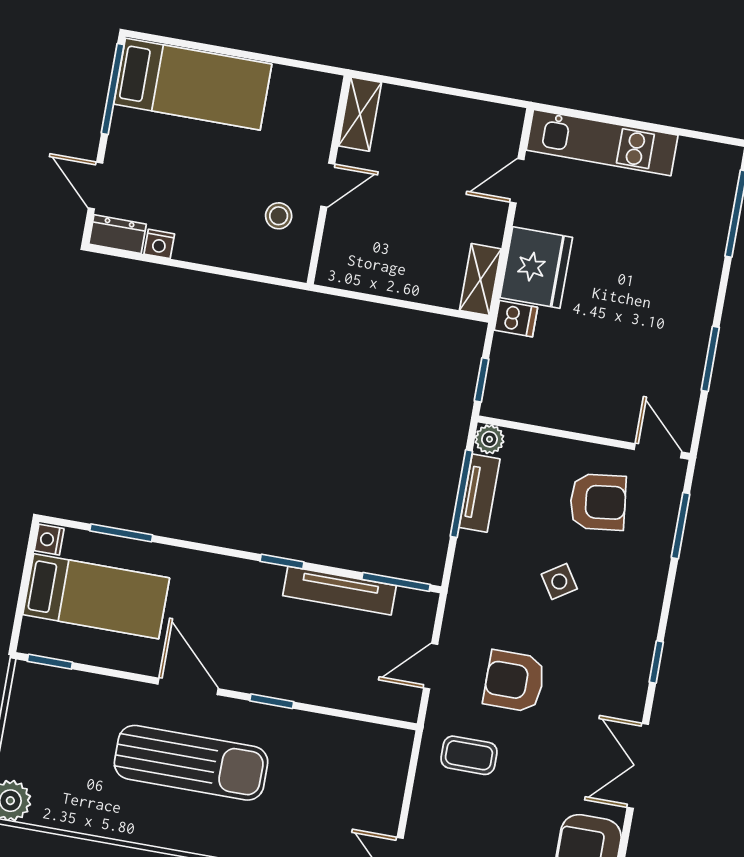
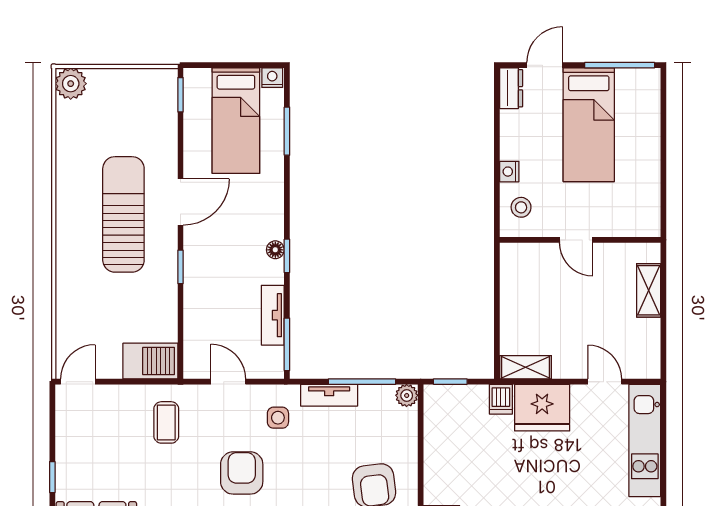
bed: (193, 84) -> (589, 125), moved
shelving: (360, 114) -> (649, 290), moved, turned 90
stool: (279, 216) -> (521, 207), moved
nightstand: (159, 244) -> (509, 172), moved
tv unit: (480, 493) -> (329, 395), moved
floor lamp: (271, 575) -> (275, 250), added
side table: (559, 582) -> (278, 418), moved, turned 33
tv unit: (339, 591) -> (273, 315), width x0.71
armchair: (514, 681) -> (242, 473), moved
barbecue: (386, 762) -> (150, 361), added
sun lounger: (191, 763) -> (123, 214), turned 180

